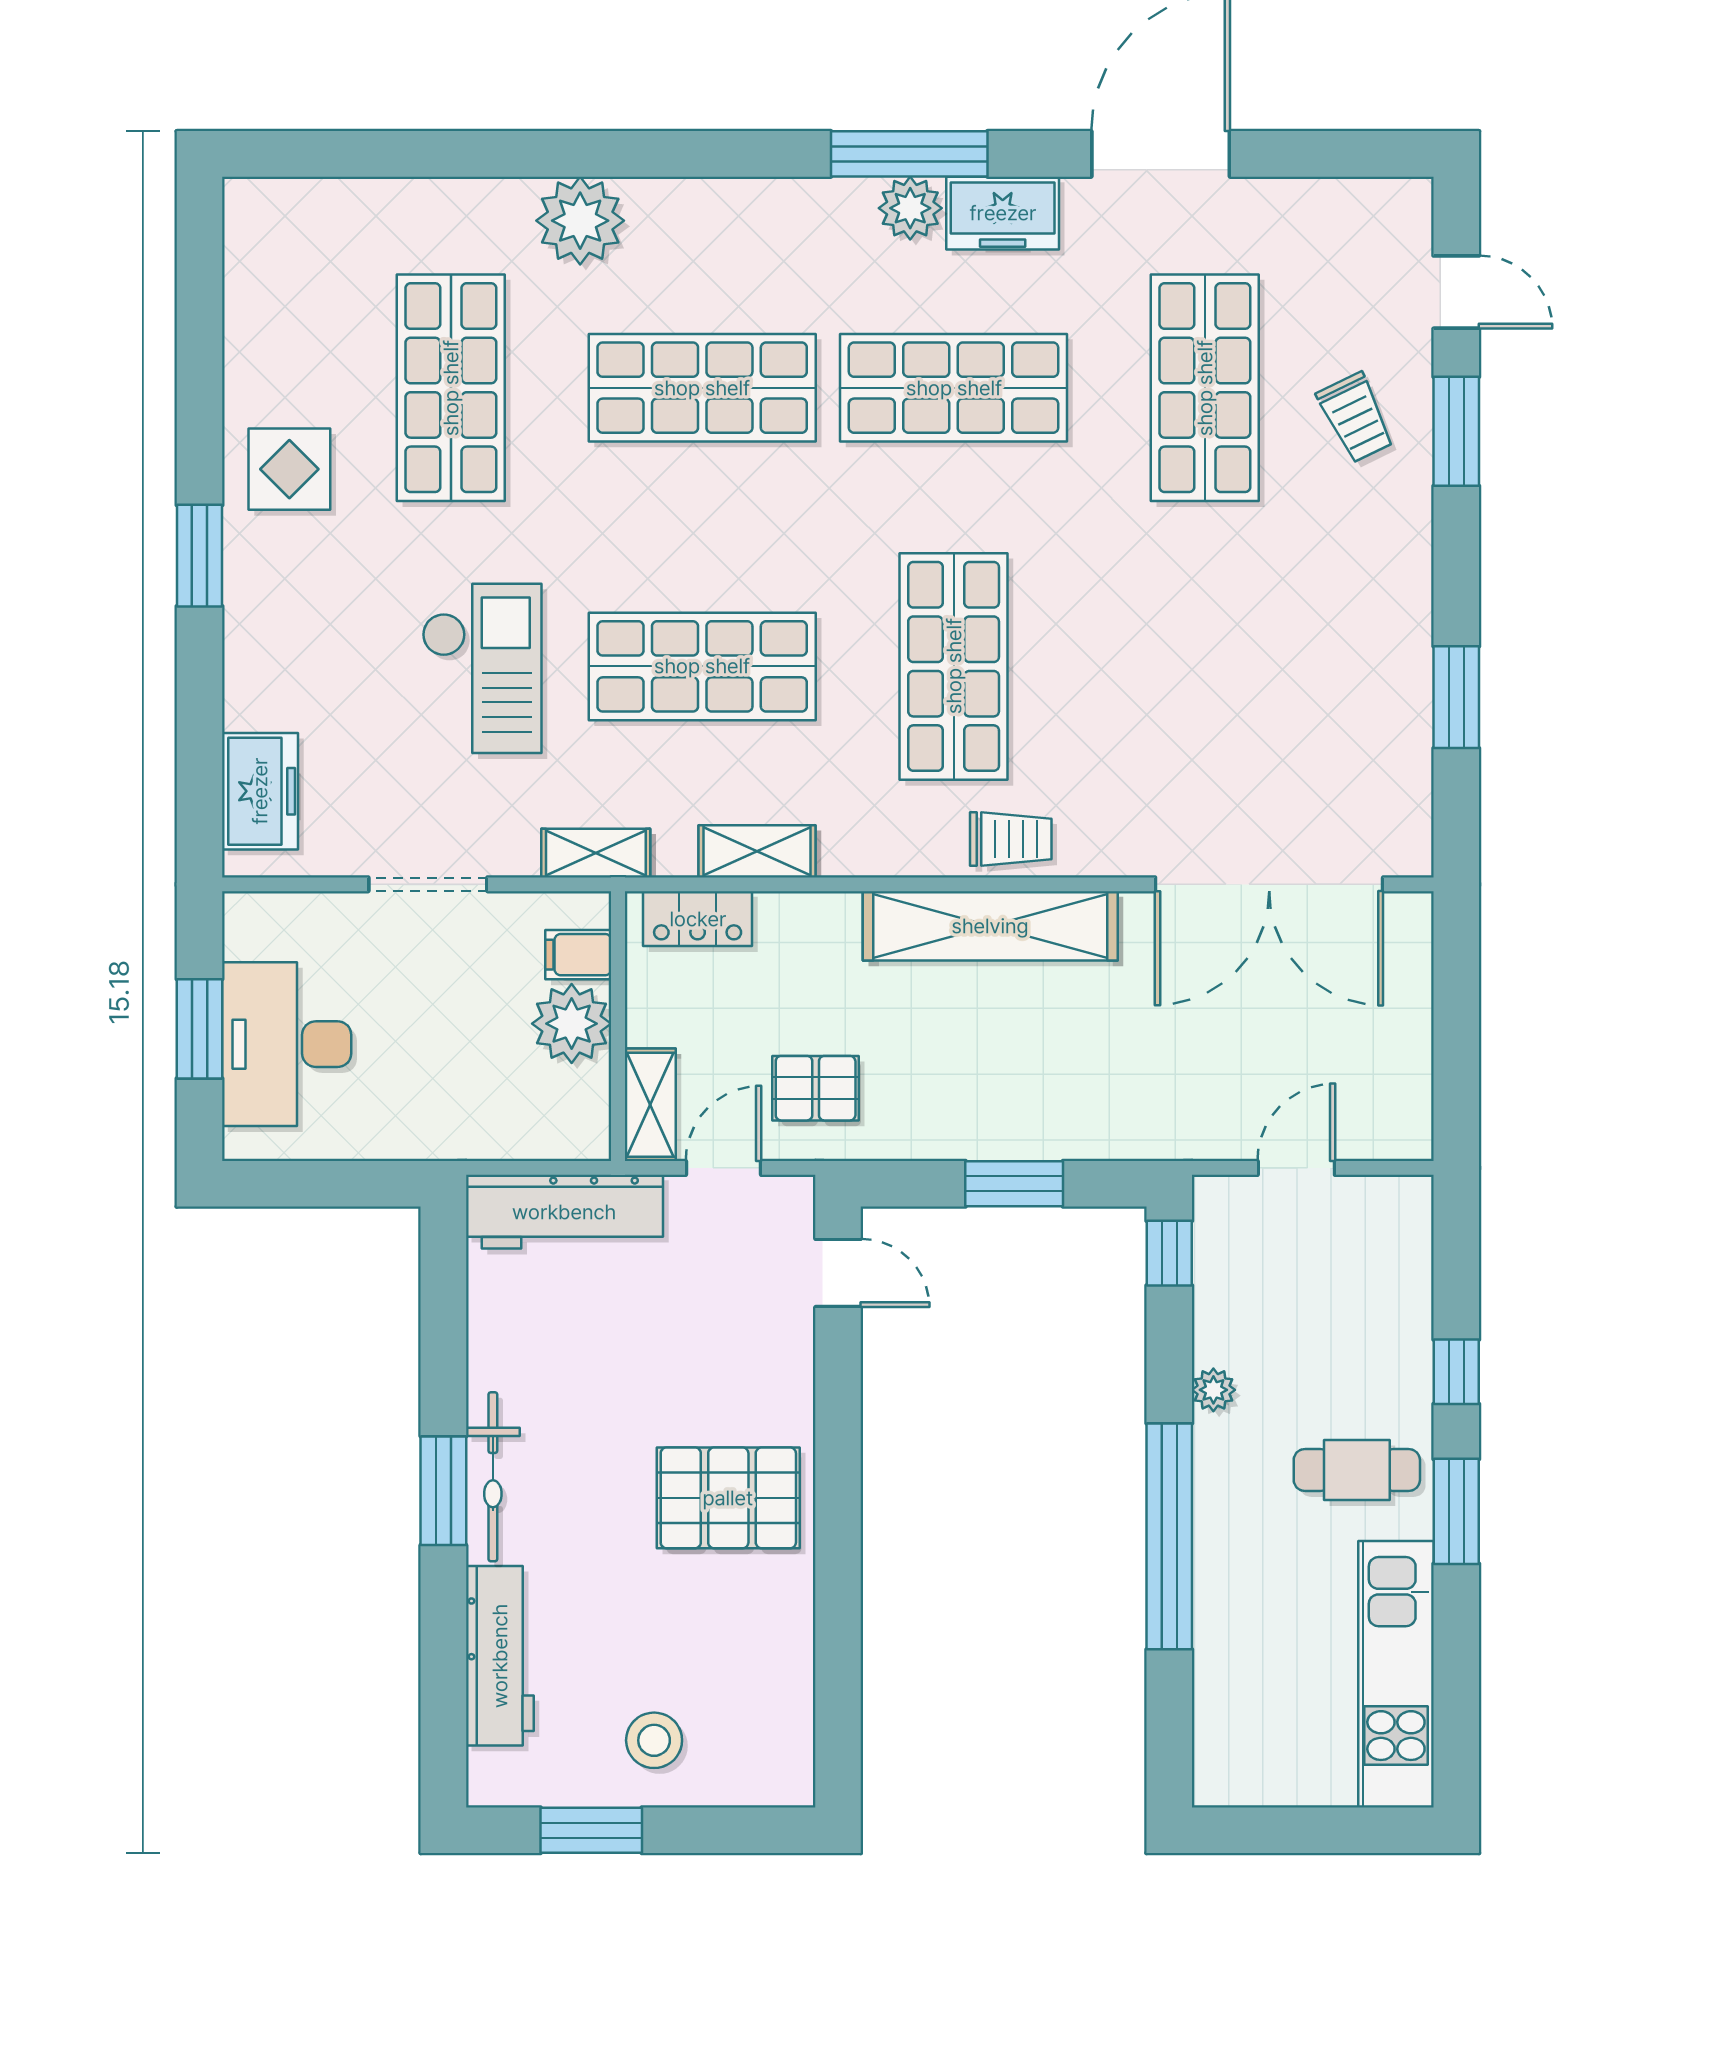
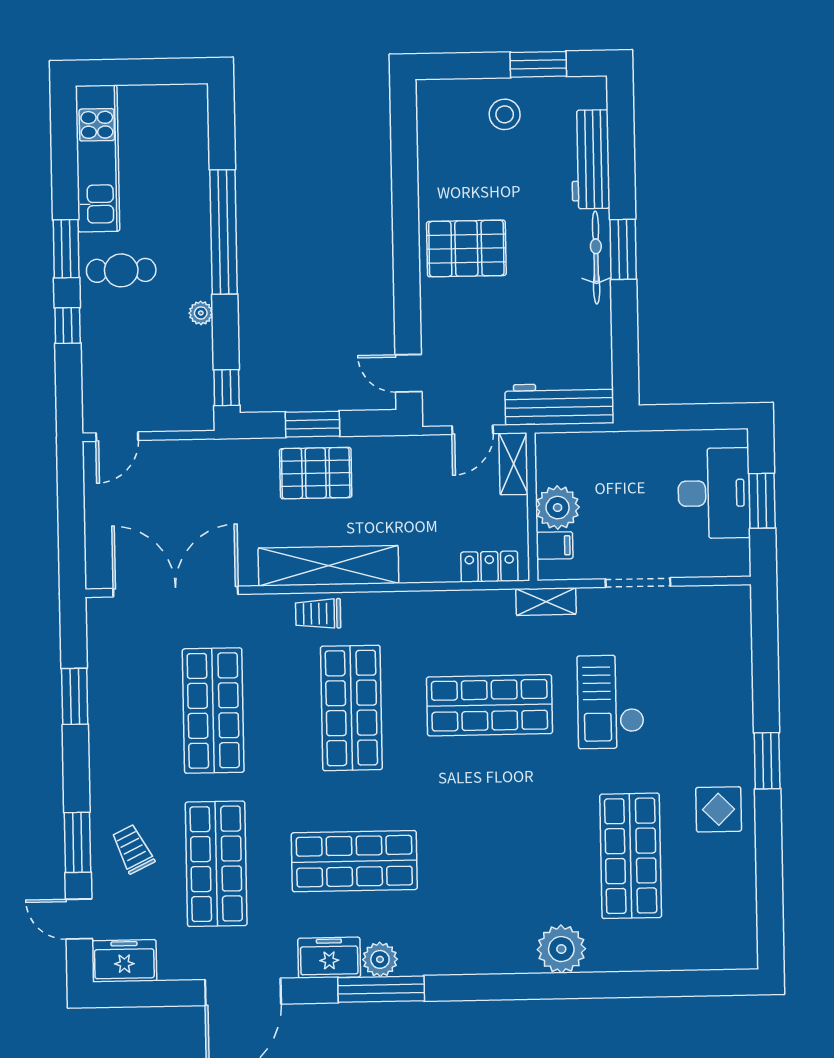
shop shelf: (702, 388) -> (213, 711), moved, turned 90
freezer: (260, 791) -> (124, 961), moved, turned 90
shelving: (757, 851) -> (457, 604), removed
pallet: (816, 1088) -> (316, 473), moved, width x1.50, depth x1.42
door: (1296, 1168) -> (117, 437), moved

